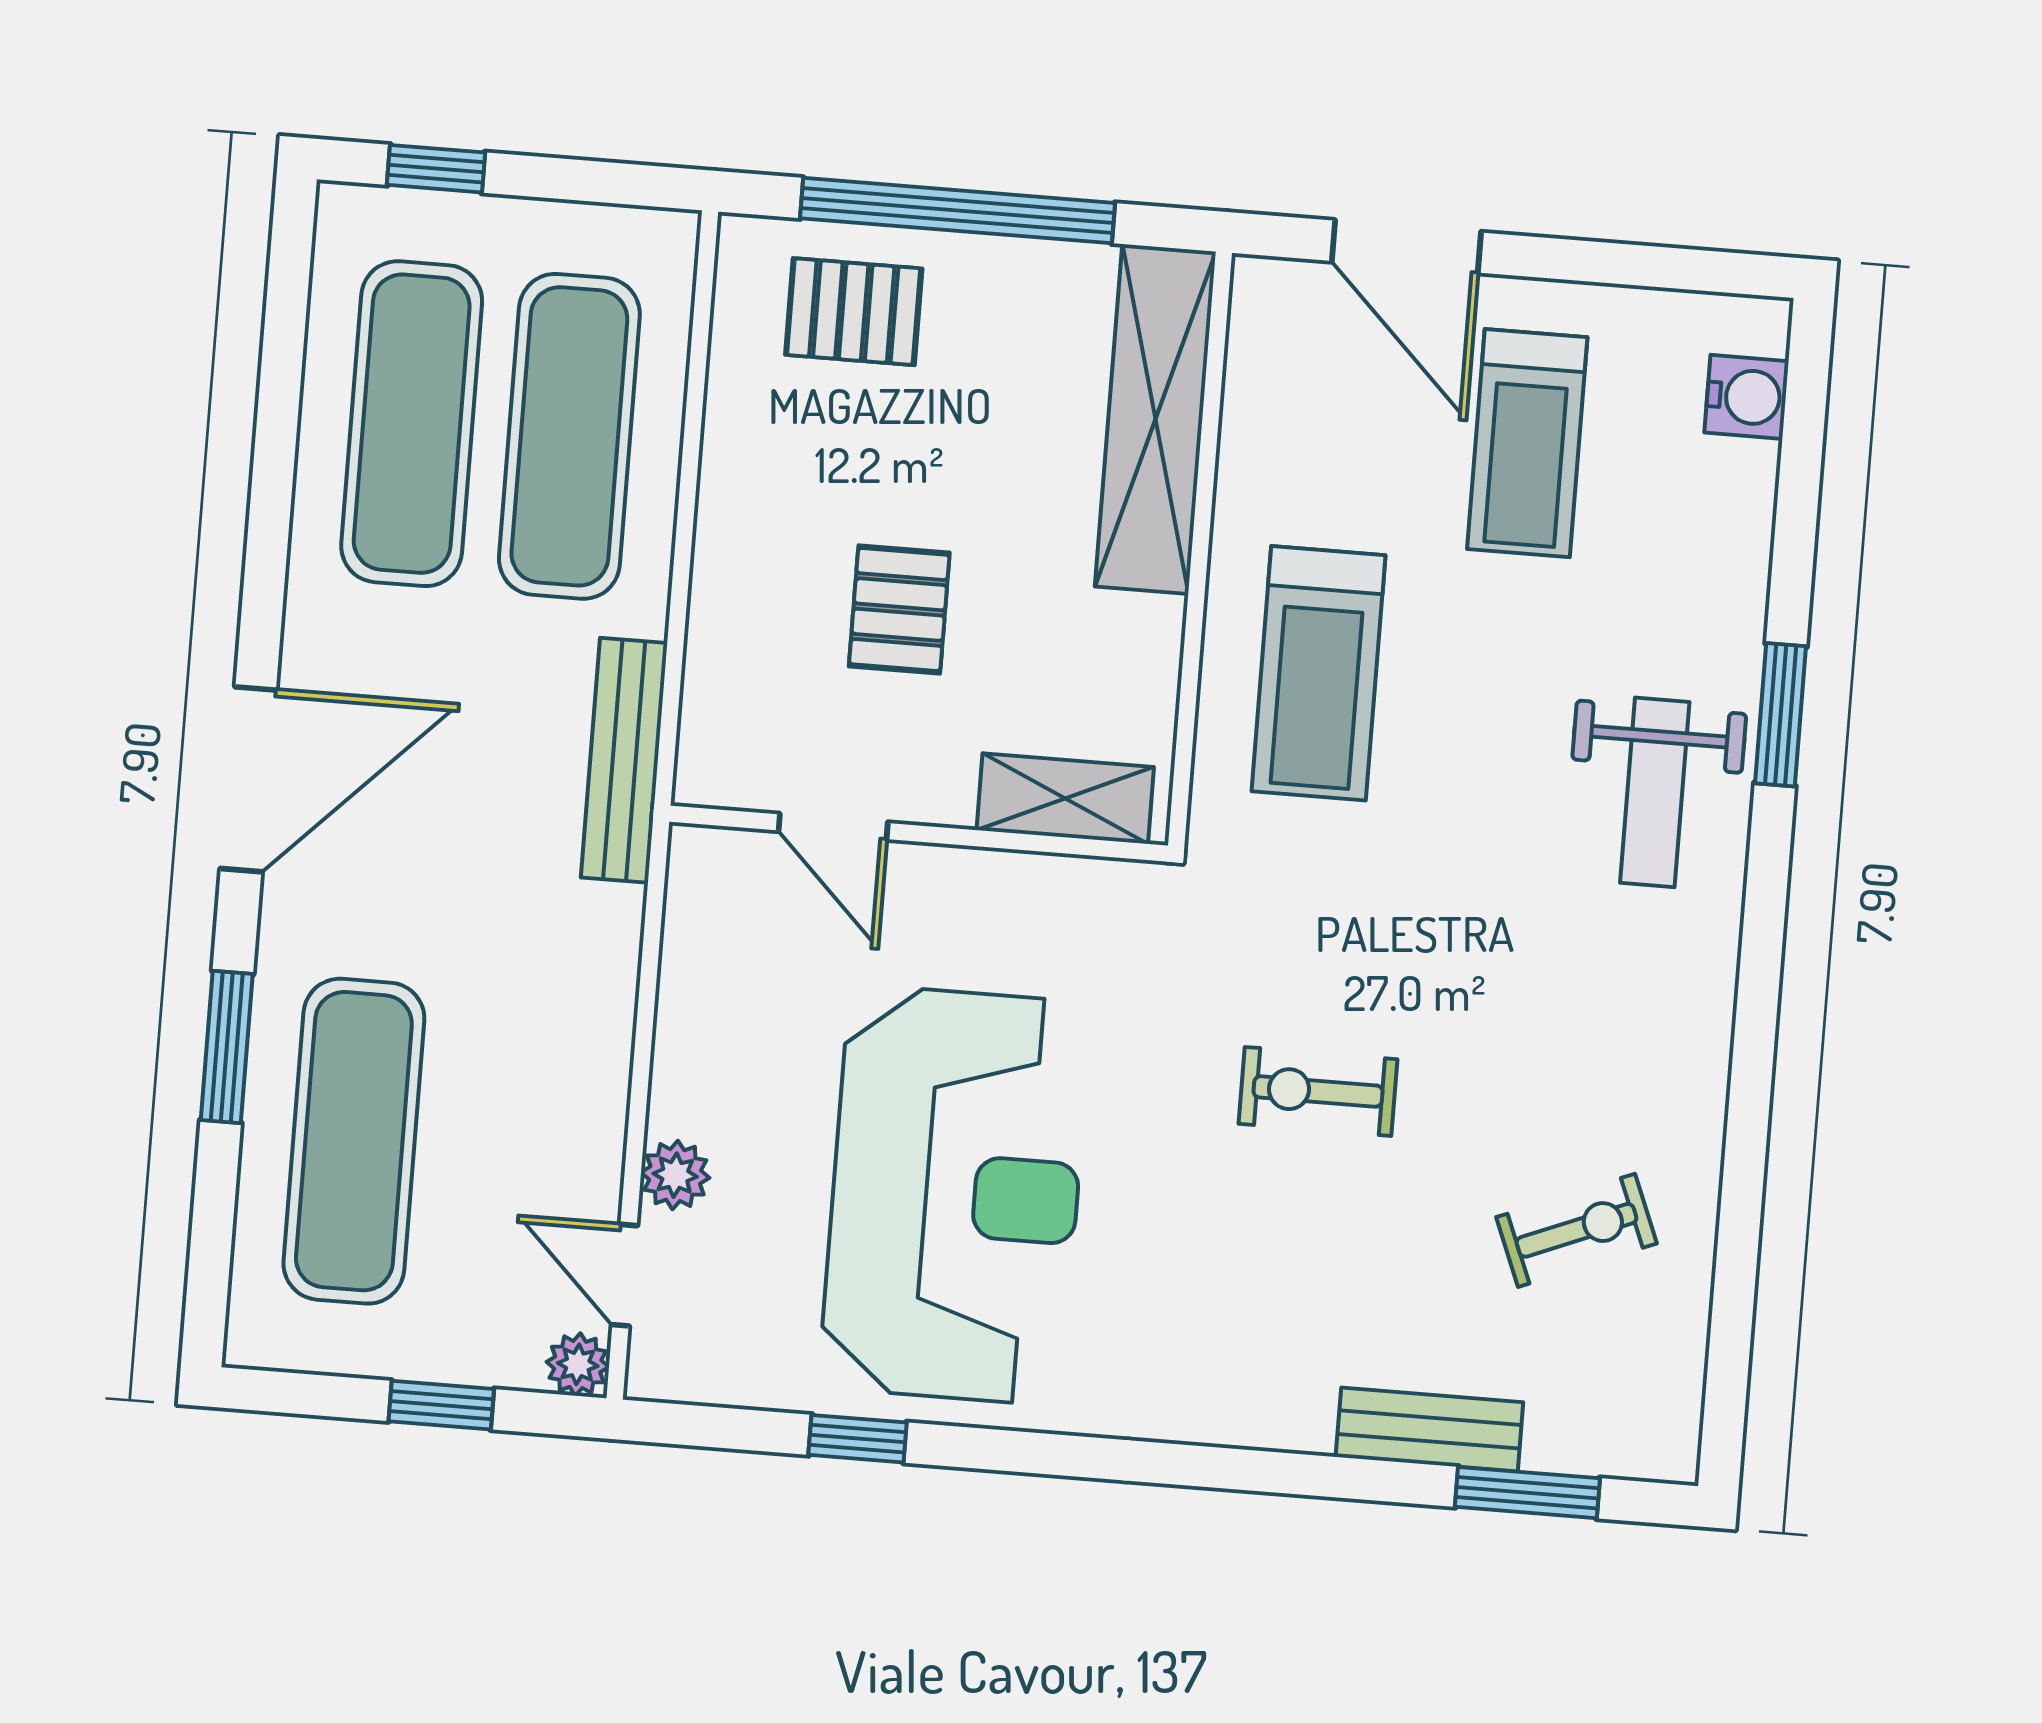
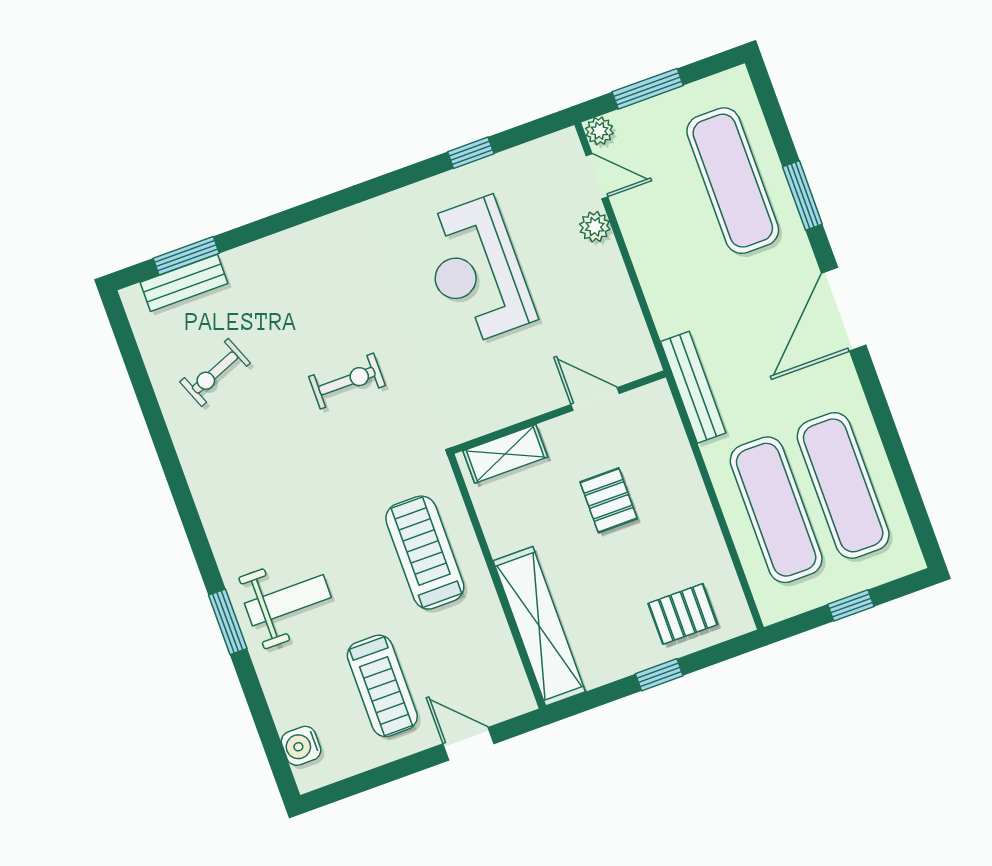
window: (436, 169) -> (851, 605), moved
window: (958, 211) -> (659, 675), width x0.32
door: (1406, 247) -> (468, 744), width x0.73
treadmill: (1527, 443) -> (382, 686), turned 180
weight bench: (1655, 792) -> (288, 600), moved, turned 90
reception desk: (955, 1195) -> (476, 271), width x0.74, depth x0.77
window: (441, 1405) -> (648, 89), width x1.50
bench: (1429, 1430) -> (184, 283), moved

